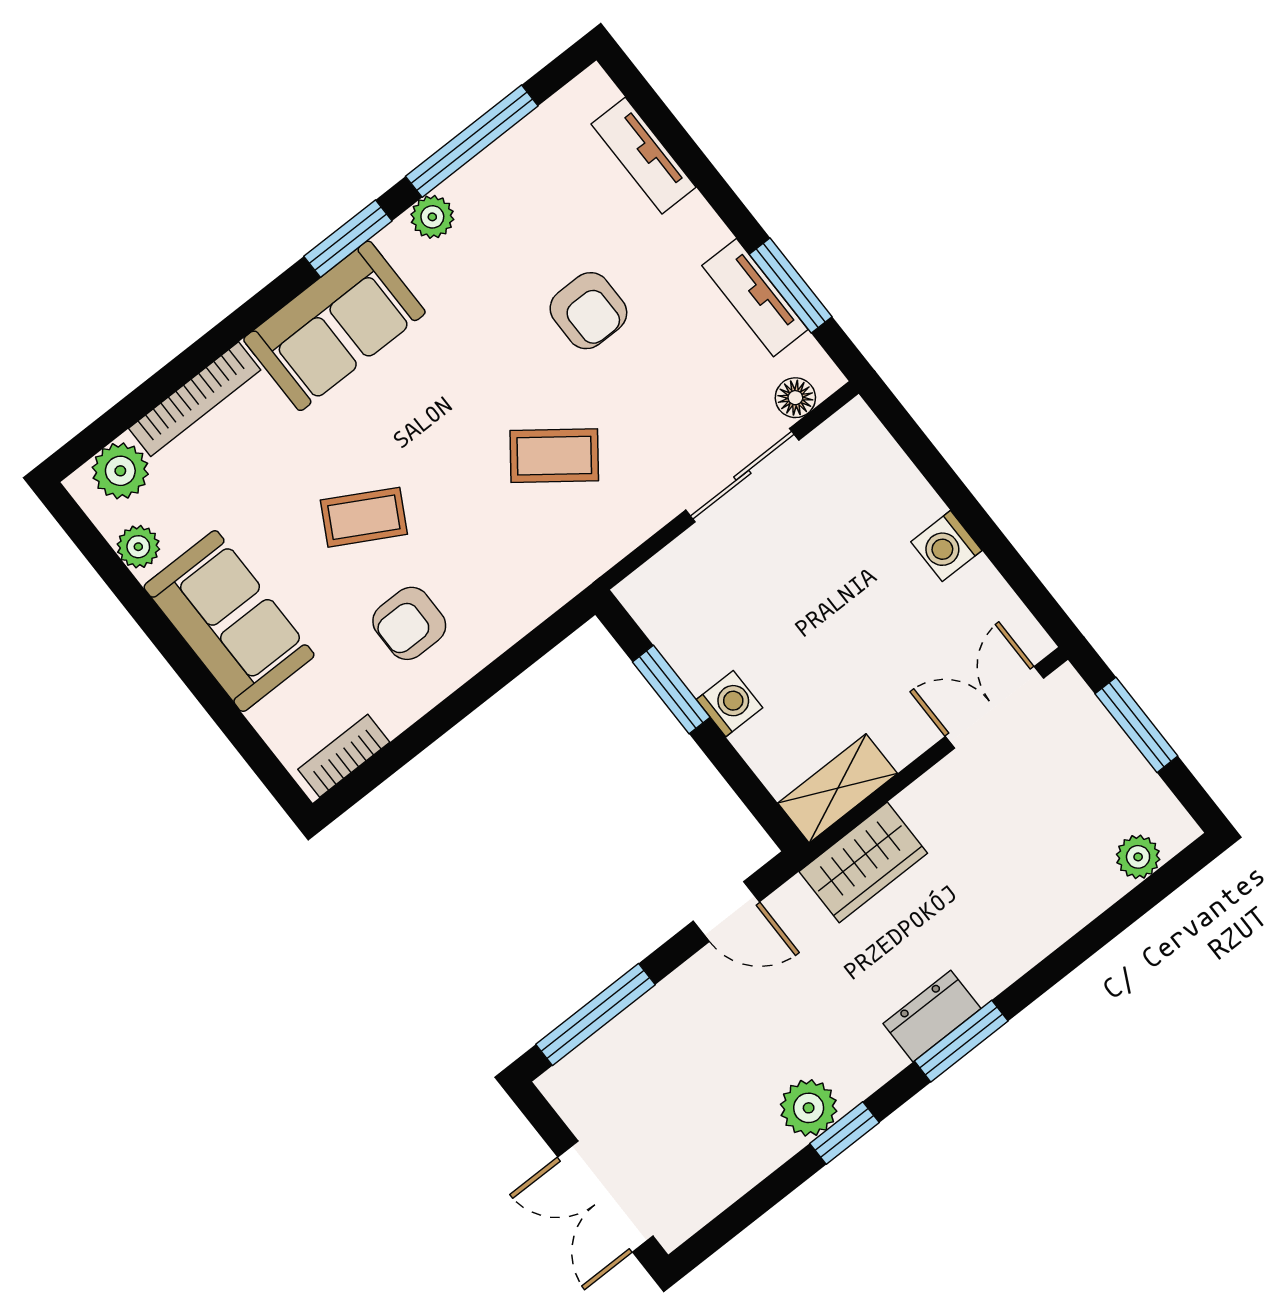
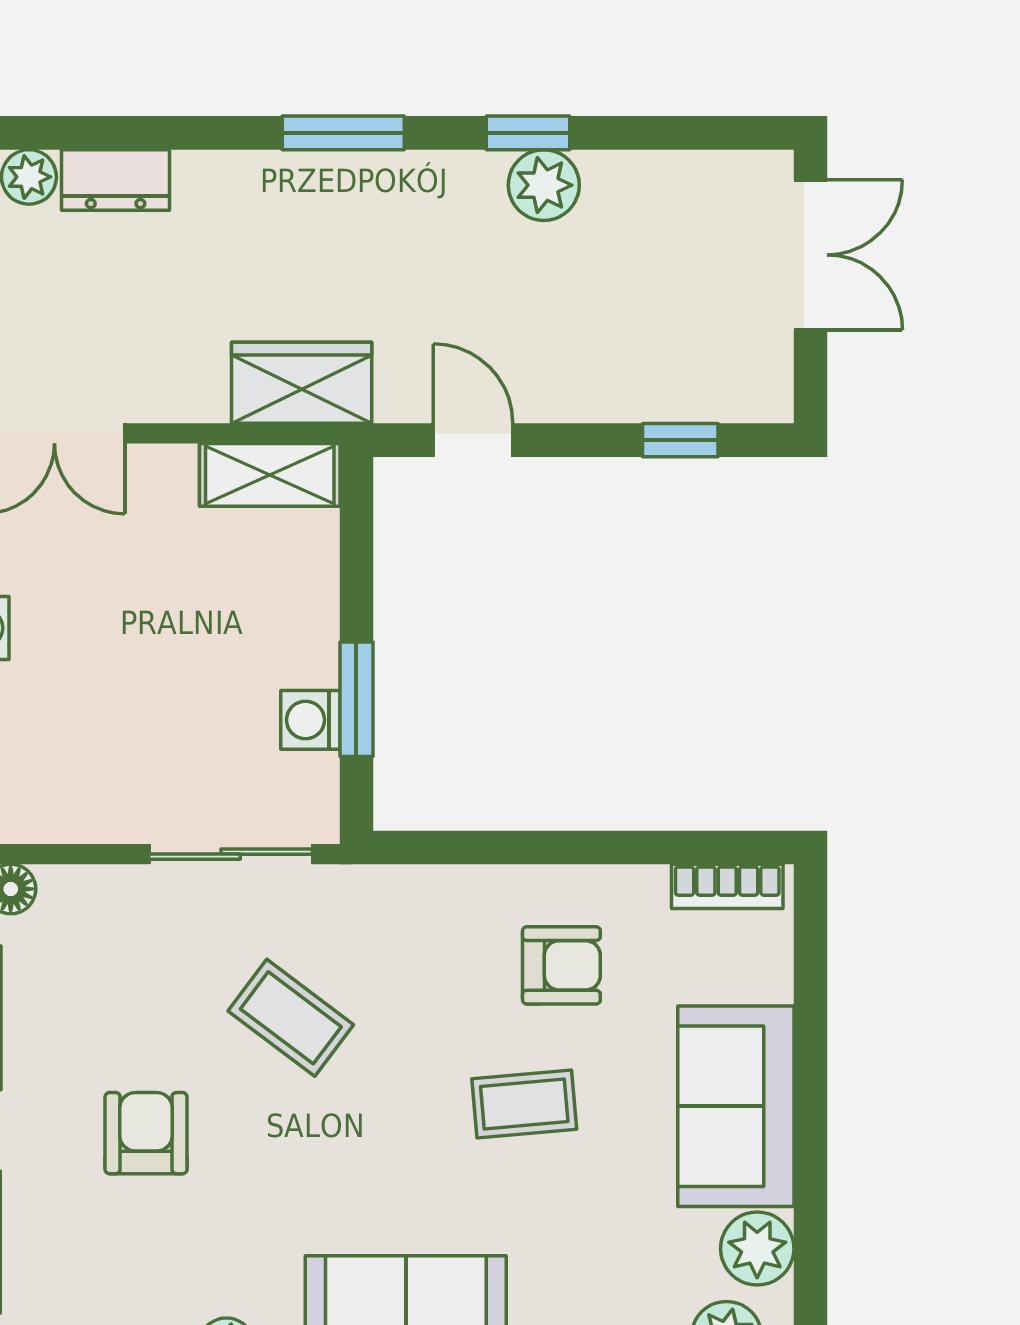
sliding door: (742, 475) -> (231, 854), moved
coffee table: (364, 517) -> (524, 1104), turned -34
plant: (138, 547) -> (757, 1249), width x1.38, depth x1.38
washing machine: (730, 704) -> (310, 720), moved
window: (595, 1014) -> (680, 440), width x0.46
dresser: (932, 1016) -> (116, 180), moved

